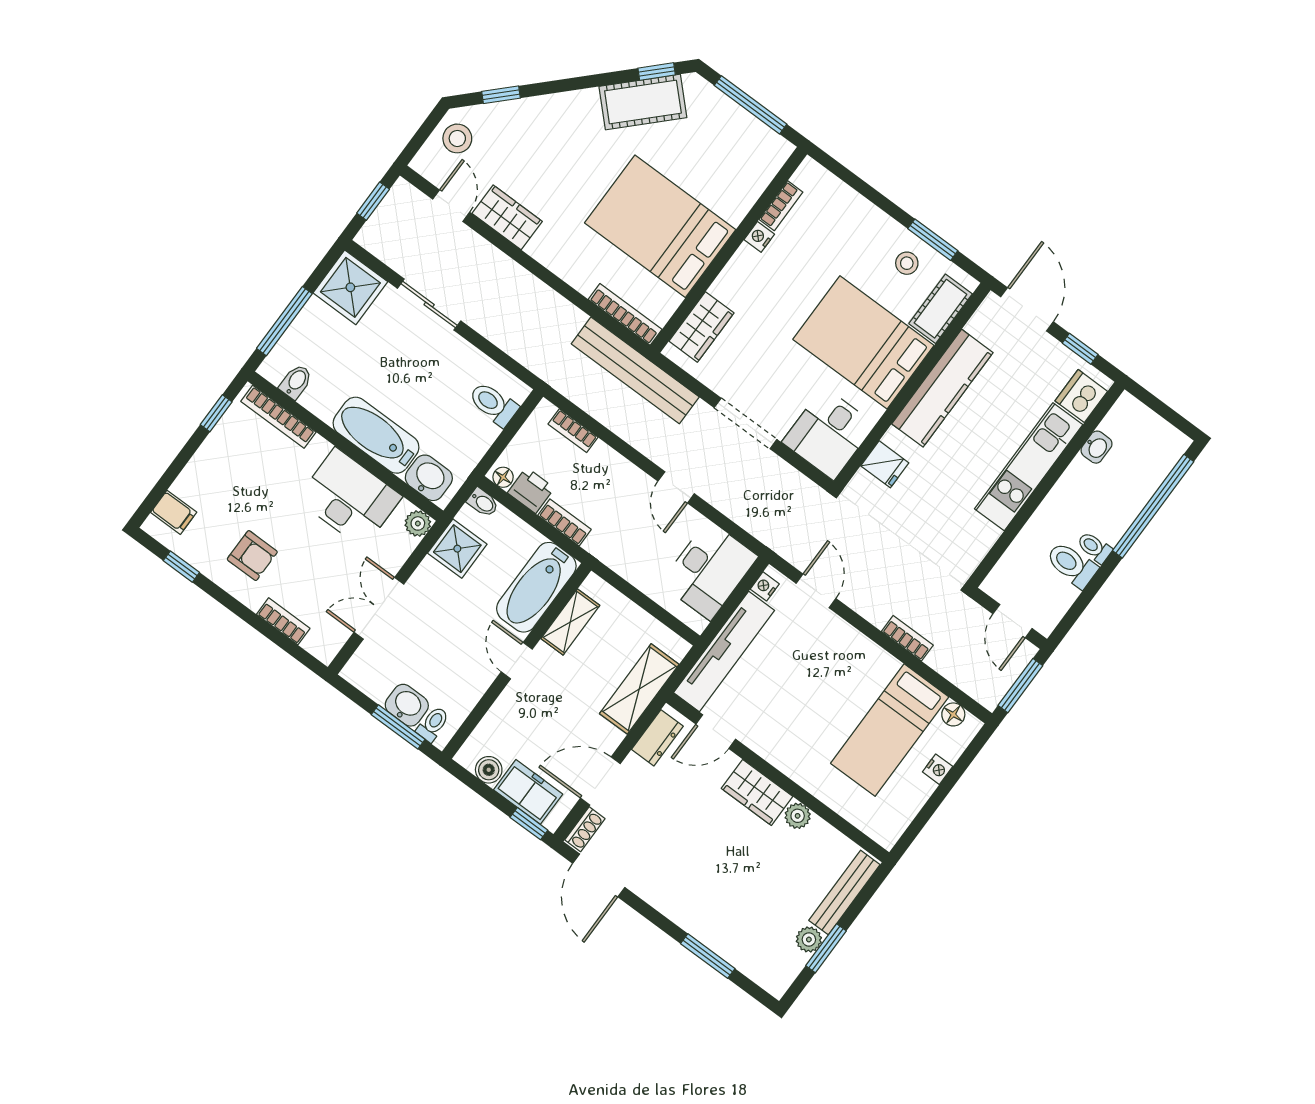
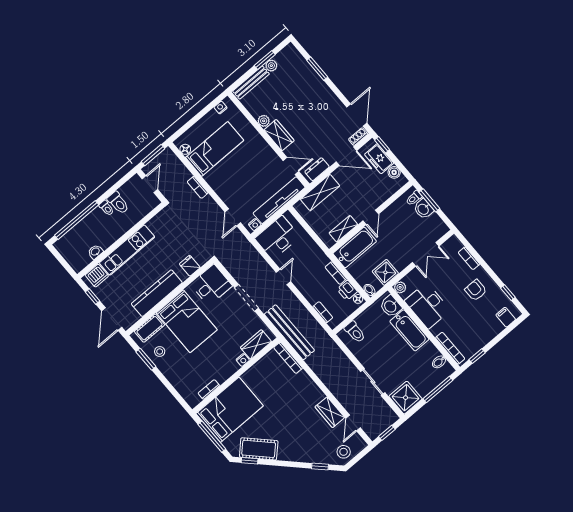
bed: (660, 226) -> (230, 410), moved, turned -90
nightstand: (759, 237) -> (243, 360), moved
nightstand: (938, 769) -> (221, 108), moved

